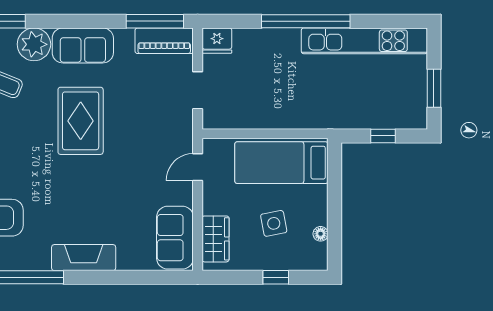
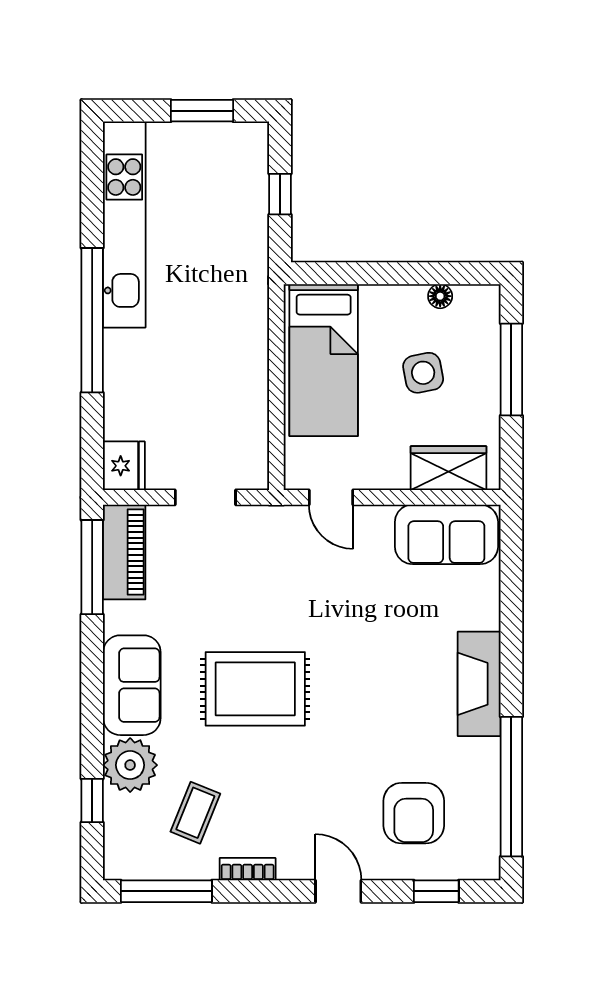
window: (276, 277) -> (511, 369), width x2.17

